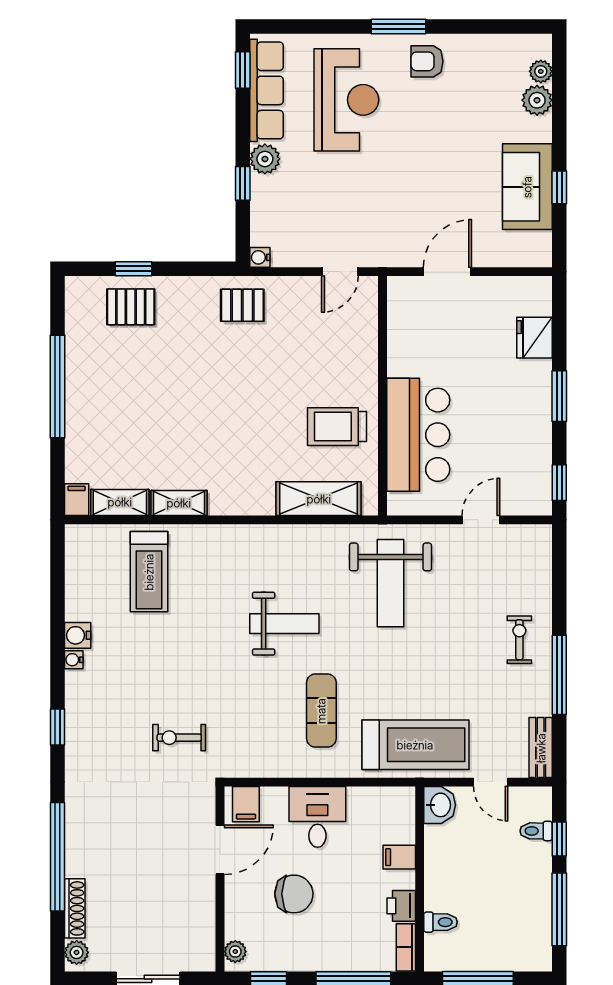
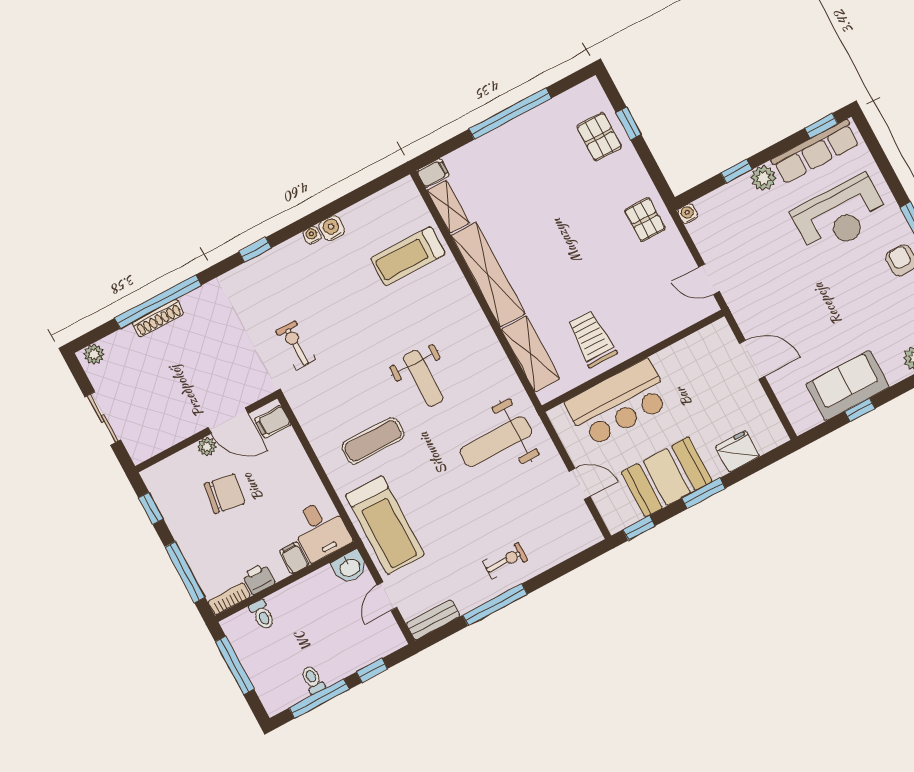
booth: (522, 425) -> (667, 477), added
shelving: (179, 503) -> (488, 275), width x2.20, depth x1.33
desk: (317, 817) -> (320, 530), moved, turned 90
toilet: (536, 831) -> (313, 680), moved
chair: (294, 894) -> (225, 494), turned -81
shoe rack: (75, 908) -> (158, 318), moved
plant: (235, 952) -> (207, 447), moved

